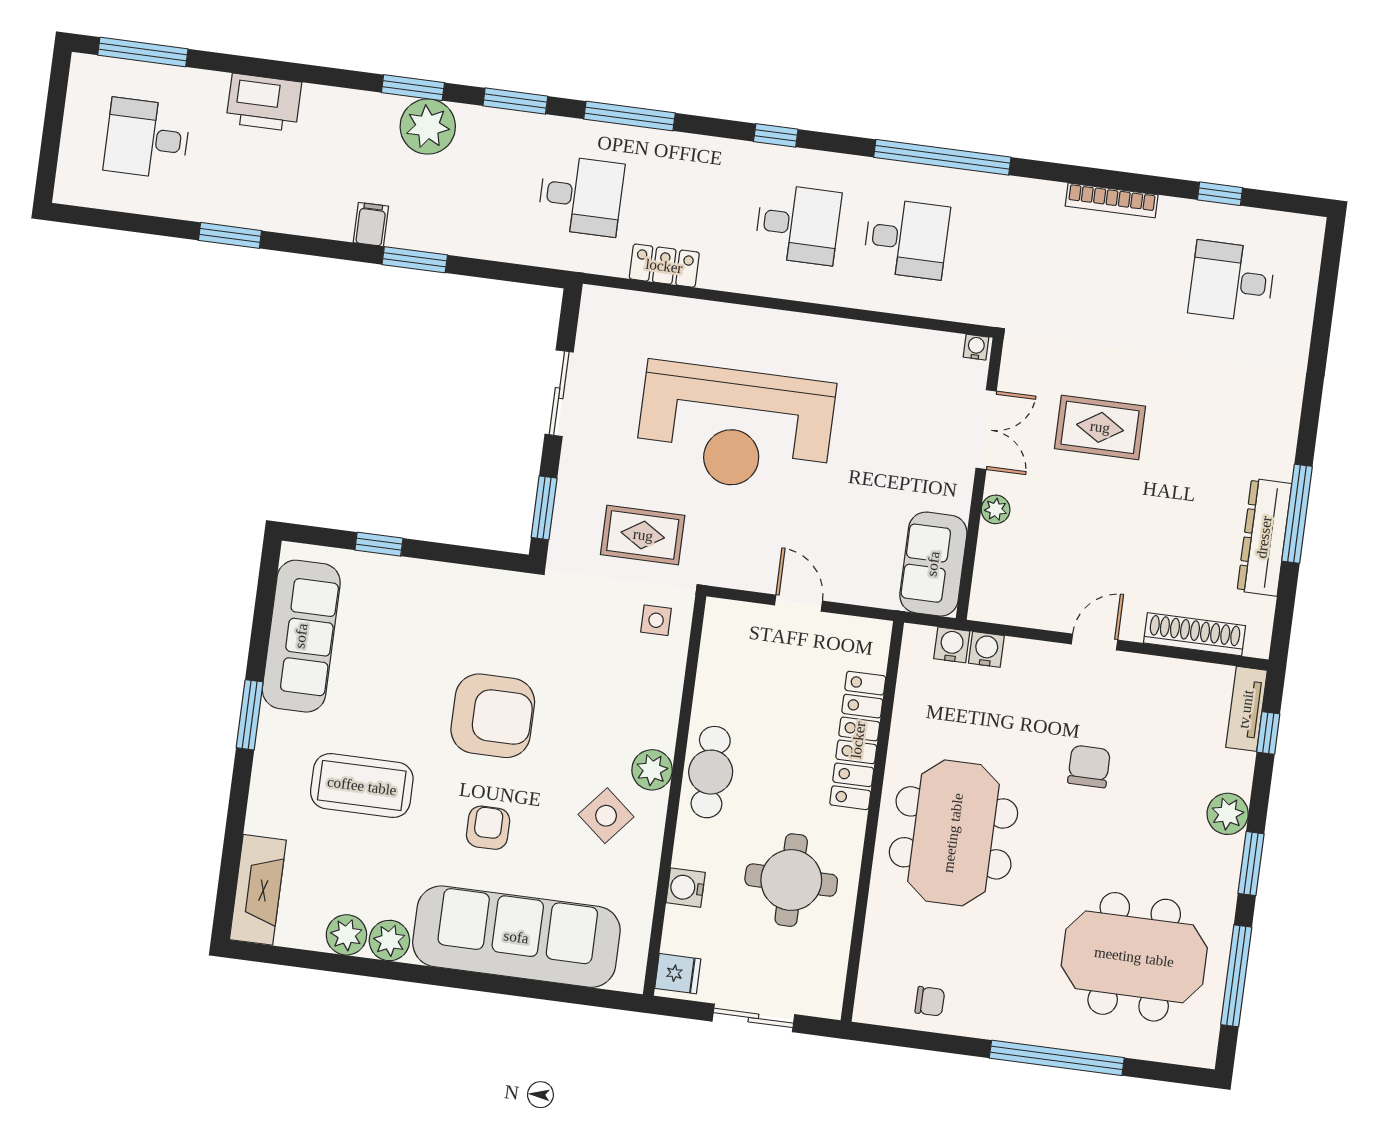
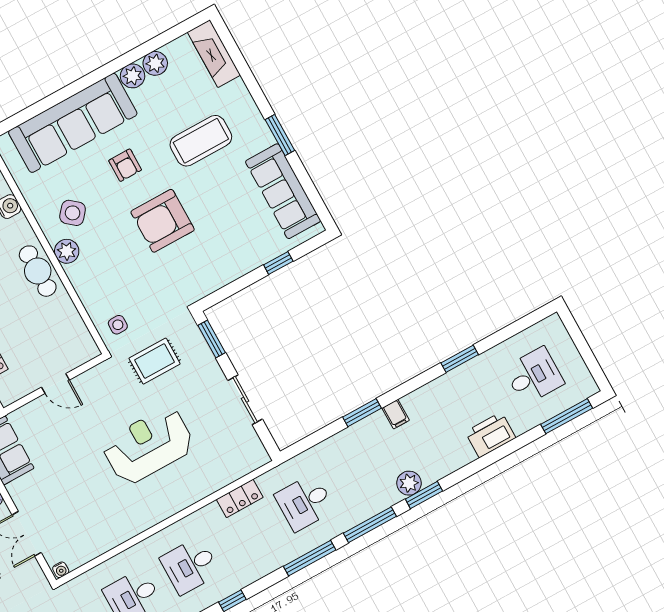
window: (515, 101) -> (370, 525), width x1.44
plant: (428, 127) -> (409, 483), width x0.73, depth x0.73
reception desk: (735, 428) -> (148, 446), width x0.74, depth x0.77

